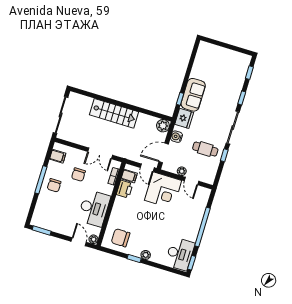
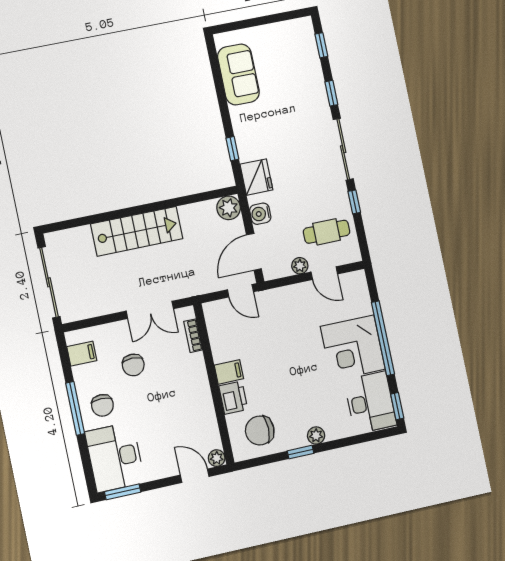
sofa: (193, 95) -> (238, 74), moved
cafe table: (205, 149) -> (327, 232), moved
filing cabinet: (129, 176) -> (229, 372), moved
printer: (125, 189) -> (233, 398), moved
corner desk: (163, 190) -> (353, 348), moved, turned 90
desk: (94, 208) -> (115, 457), moved, turned 180

